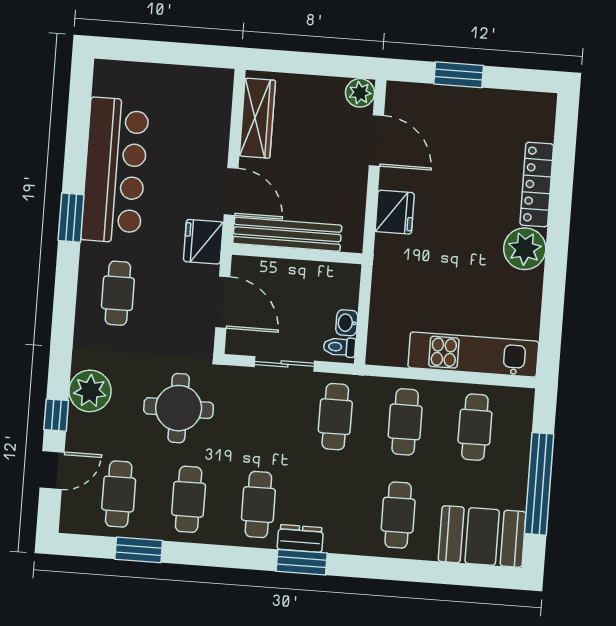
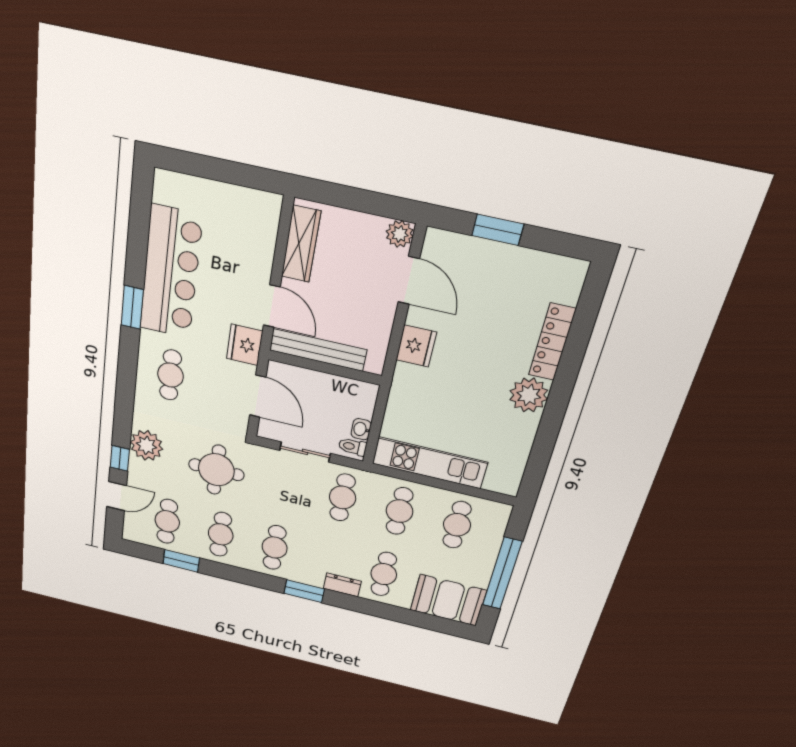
kitchen unit: (473, 354) -> (430, 463), moved
dresser: (300, 538) -> (342, 585), moved

